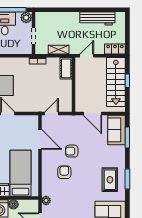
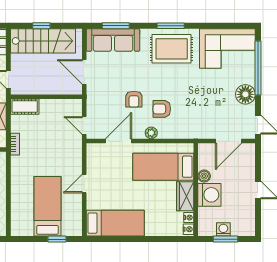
door: (92, 113) -> (84, 72), swing flipped
sofa: (117, 130) -> (113, 40), width x1.36
rug: (110, 180) -> (172, 49), width x1.36, depth x1.43
plant: (46, 200) -> (151, 133), moved

